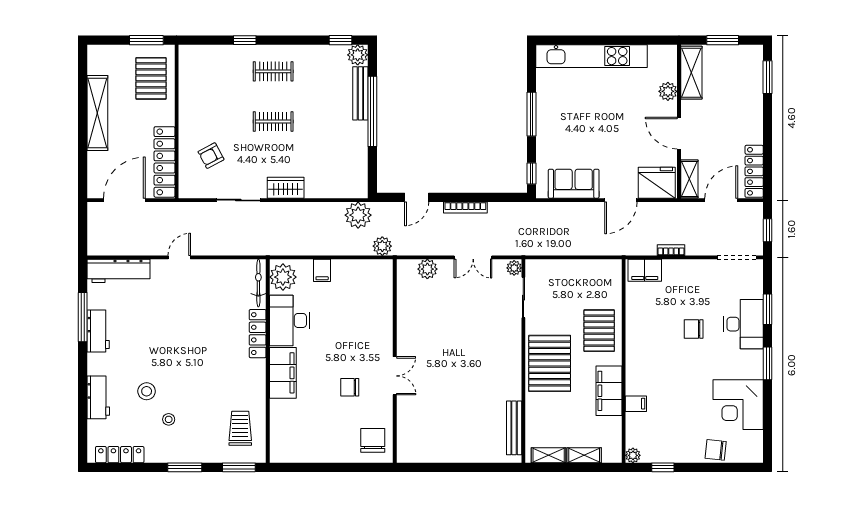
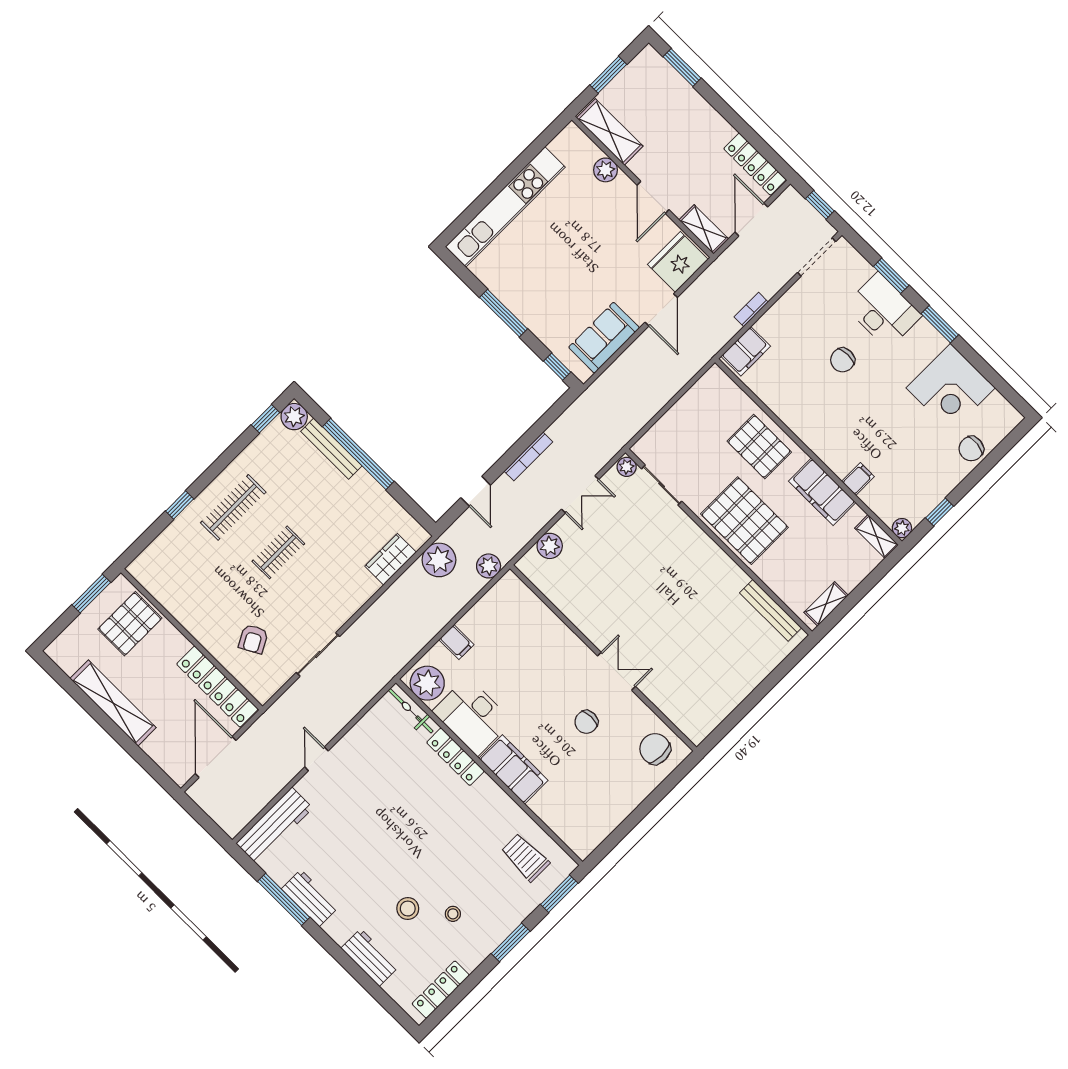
clothes rail: (273, 71) -> (233, 507), width x1.36
pallet: (151, 78) -> (130, 624), turned 90
door: (679, 133) -> (653, 197), hinge flipped
wardrobe: (286, 188) -> (391, 559), moved
shelving: (584, 455) -> (877, 537), moved, turned 90

